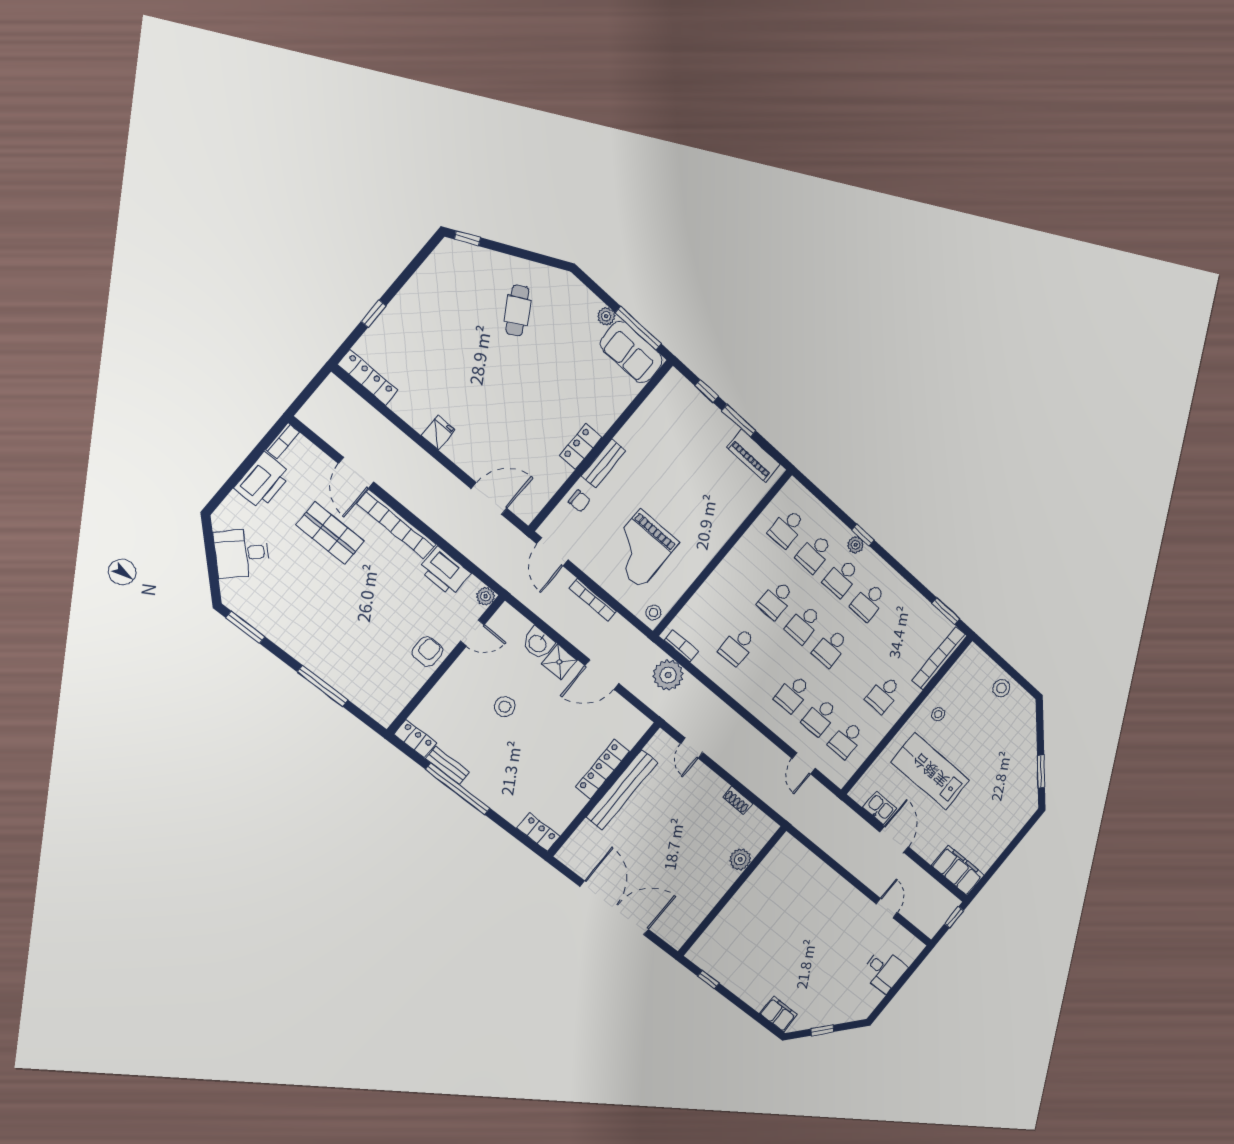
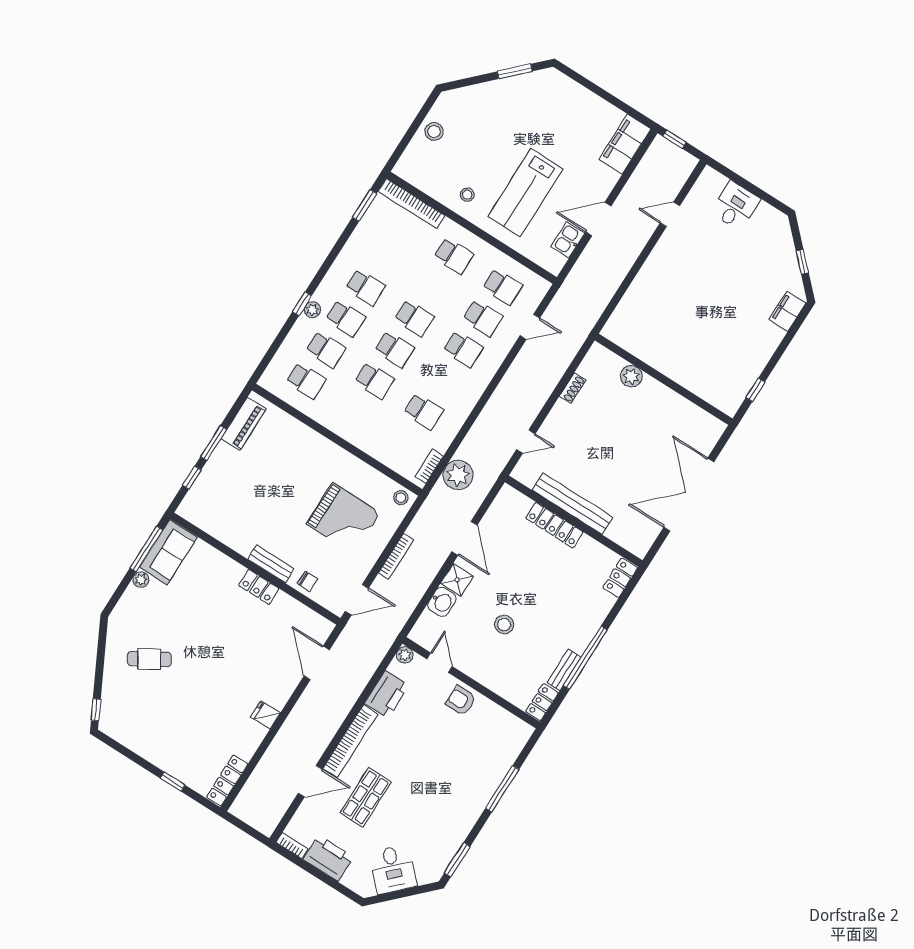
chair: (579, 501) -> (308, 581), turned 90

